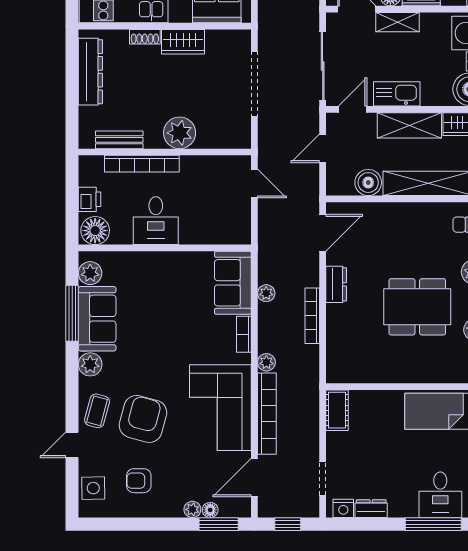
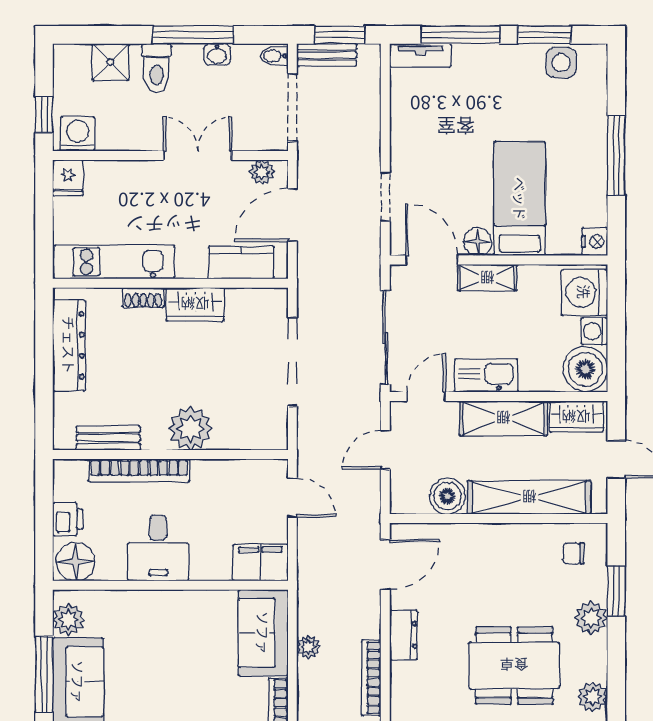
filing cabinet: (231, 231) -> (260, 562), added

